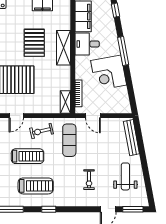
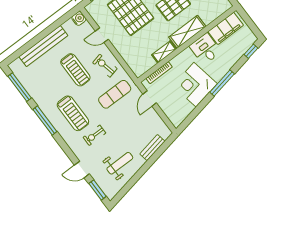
shelving: (65, 102) -> (164, 52), moved
bench: (131, 138) -> (152, 148), width x0.73
treadmill: (36, 186) -> (73, 113), moved
window: (49, 209) -> (45, 120), width x2.17

